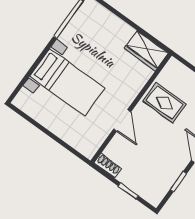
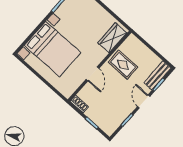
wardrobe: (146, 51) -> (112, 38), moved, turned 90
bed with nightstands: (67, 82) -> (53, 49), width x1.36

